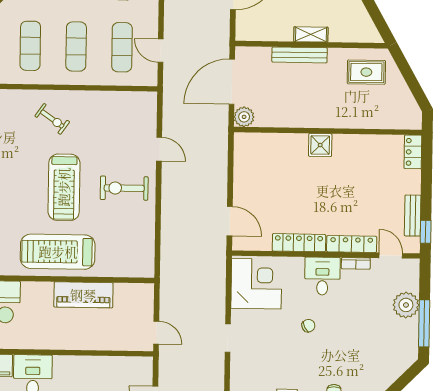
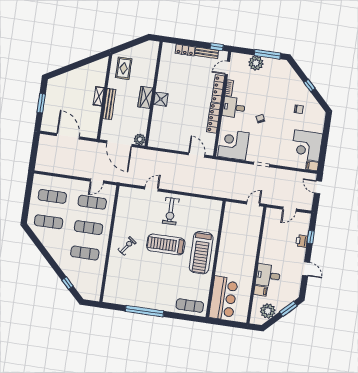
wardrobe: (320, 117) -> (145, 97), added
locker: (413, 152) -> (185, 50), moved
treadmill: (64, 187) -> (166, 244), turned 180
door: (230, 221) -> (197, 155), hinge flipped
piano: (83, 295) -> (227, 241), removed

